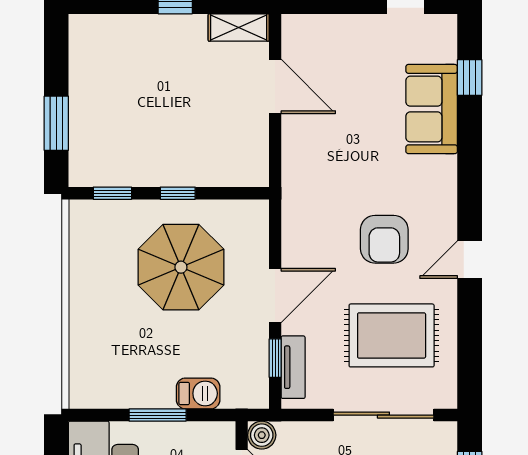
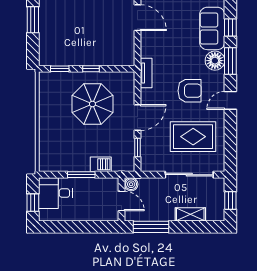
window: (470, 77) -> (230, 27), moved
window: (56, 123) -> (33, 20), moved
floor lamp: (437, 176) -> (215, 61), added
window: (470, 177) -> (230, 61), added
armchair: (384, 239) -> (190, 91), turned -90
tv unit: (293, 367) -> (146, 73), moved

